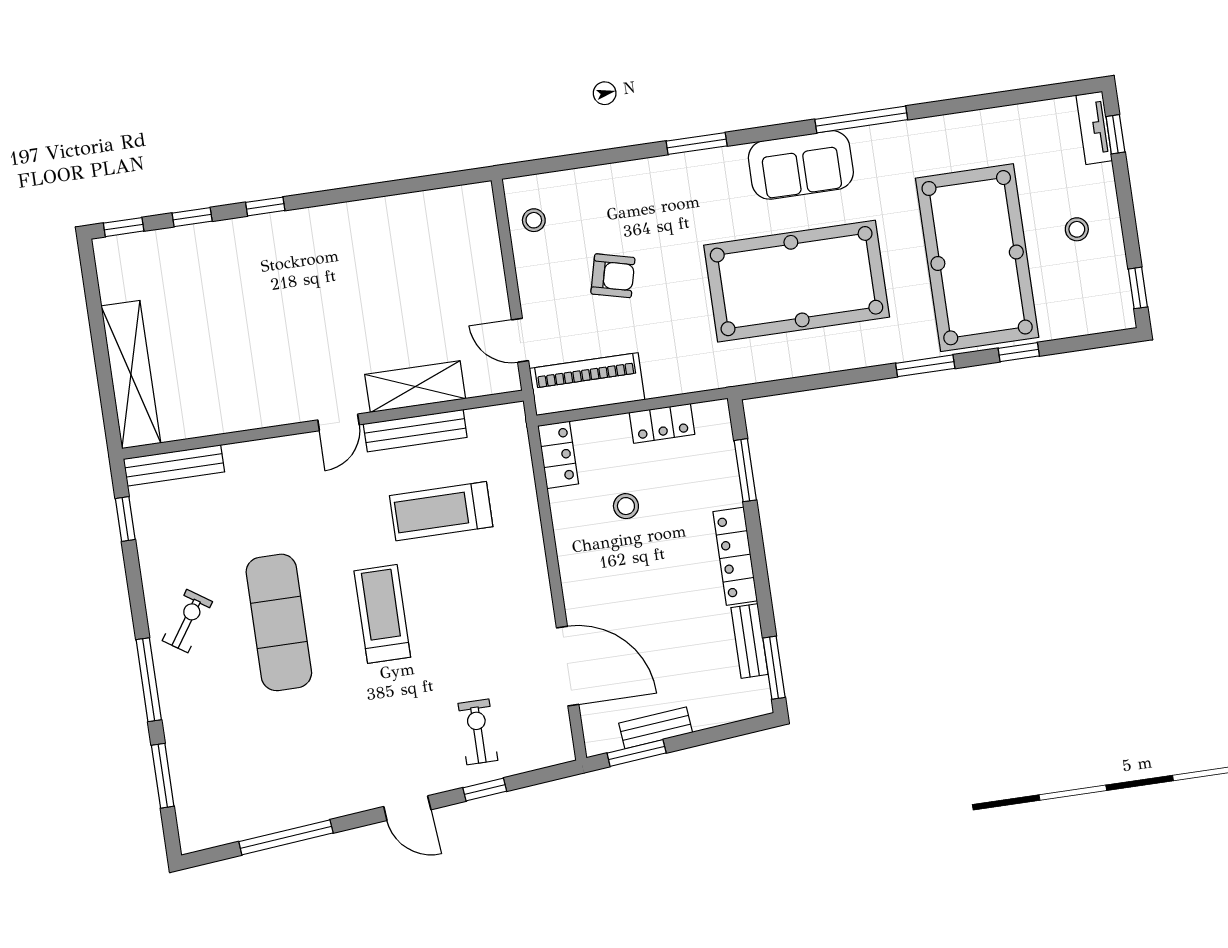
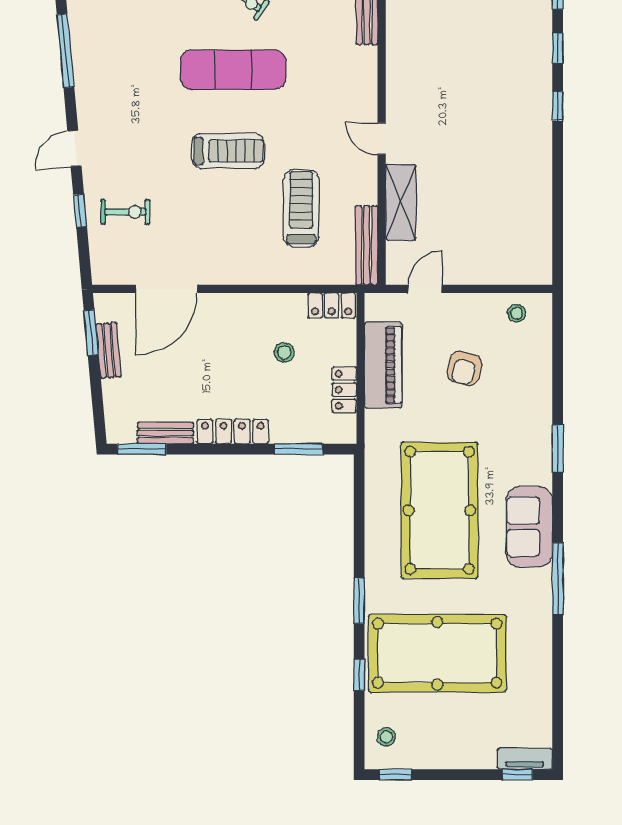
stool: (1077, 229) -> (386, 737), moved
piano: (587, 384) -> (383, 365), moved
bench: (415, 431) -> (367, 245), moved

